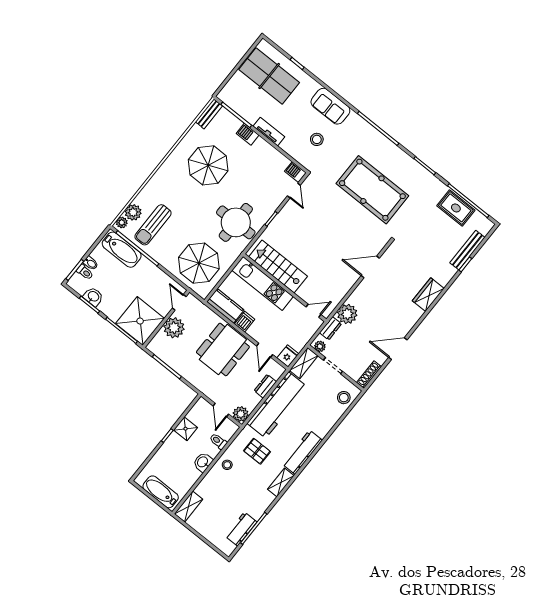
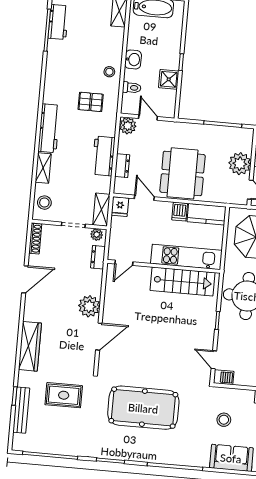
rug: (456, 208) -> (64, 395), moved
wardrobe: (428, 295) -> (30, 346), width x1.50
plant: (347, 314) -> (89, 306), moved
workbench: (277, 405) -> (103, 156), width x0.53, depth x0.76
shelving: (281, 482) -> (43, 168), moved

